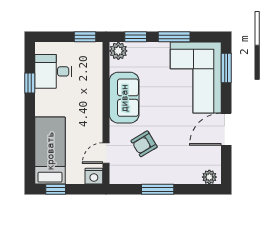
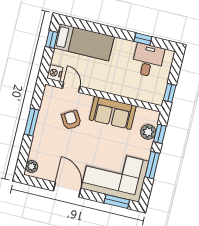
plant: (118, 51) -> (148, 132), moved

